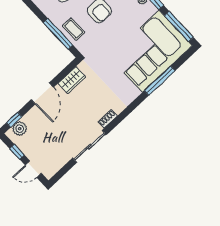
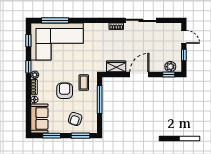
window: (179, 26) -> (28, 41), width x0.46
coffee table: (74, 29) -> (84, 83), moved
window: (160, 81) -> (55, 20), moved

